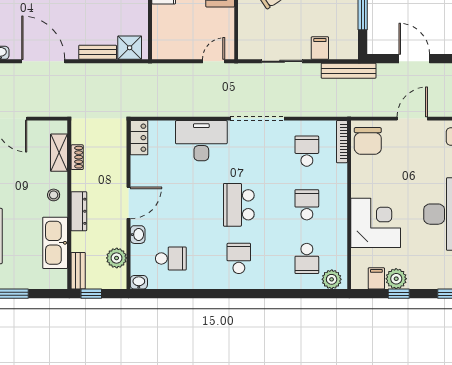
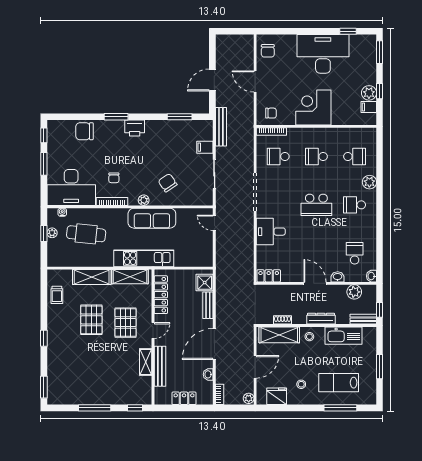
desk: (201, 141) -> (271, 232), width x0.73
chair: (368, 141) -> (271, 113), width x0.54, depth x0.54
shelving: (59, 153) -> (279, 335), width x1.50, depth x1.33
corner desk: (376, 223) -> (313, 107), moved
plant: (332, 279) -> (369, 182), moved

